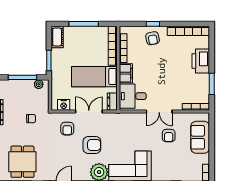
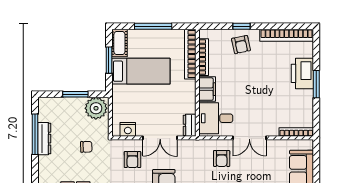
window: (49, 60) -> (109, 60), moved
window: (22, 77) -> (75, 94), width x0.69
bed: (94, 77) -> (141, 71), moved, turned 180
plant: (39, 84) -> (96, 108), width x1.88, depth x1.88
window: (212, 84) -> (316, 84), moved
double door: (89, 112) -> (160, 138), swing flipped
armchair: (169, 136) -> (222, 159), moved

